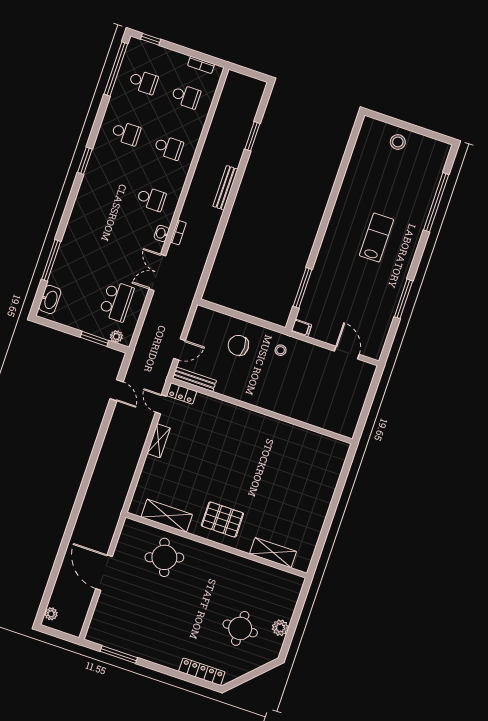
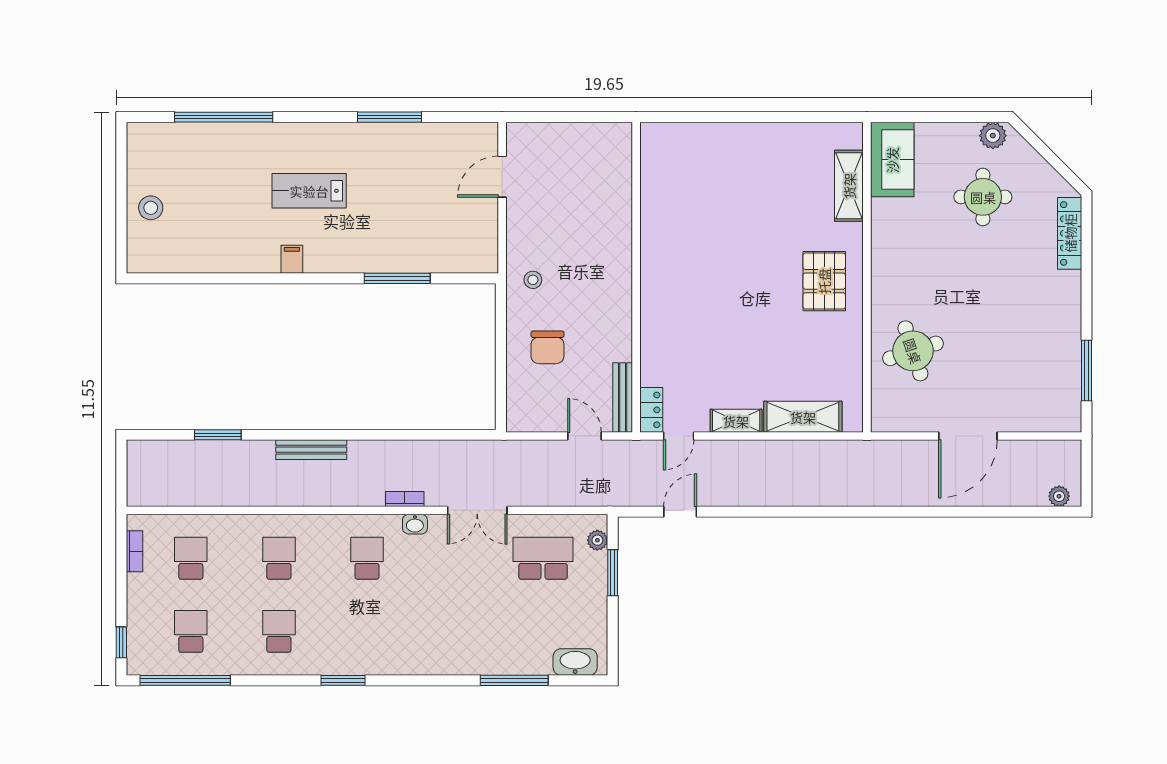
window: (303, 288) -> (397, 278), moved
filing cabinet: (301, 328) -> (292, 259), moved
shelving: (167, 516) -> (803, 417), moved, turned 90
sofa: (280, 583) -> (892, 160), added
plant: (280, 628) -> (993, 136), moved

